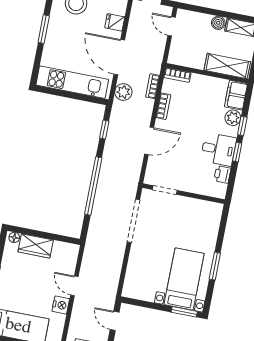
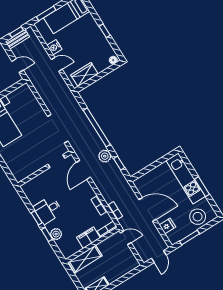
boiler: (218, 23) -> (112, 278), removed
door: (172, 26) -> (126, 238), moved
kitchen unit: (72, 82) -> (186, 178), moved, turned 90
plant: (123, 92) -> (105, 156), moved
filing cabinet: (236, 95) -> (88, 238), moved, turned -90
door: (149, 141) -> (83, 170), moved
printer: (222, 174) -> (33, 198), removed
wardrobe: (36, 246) -> (84, 74), moved

